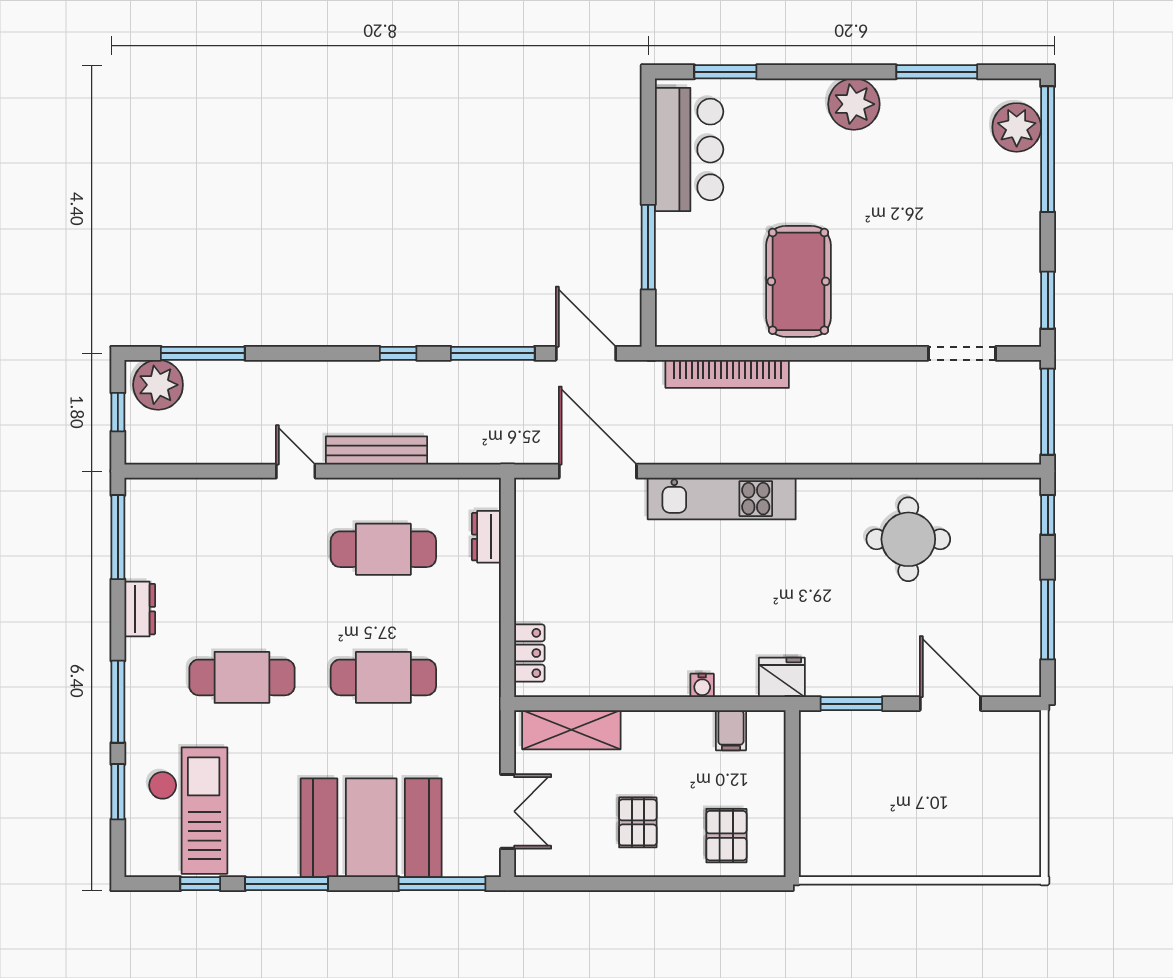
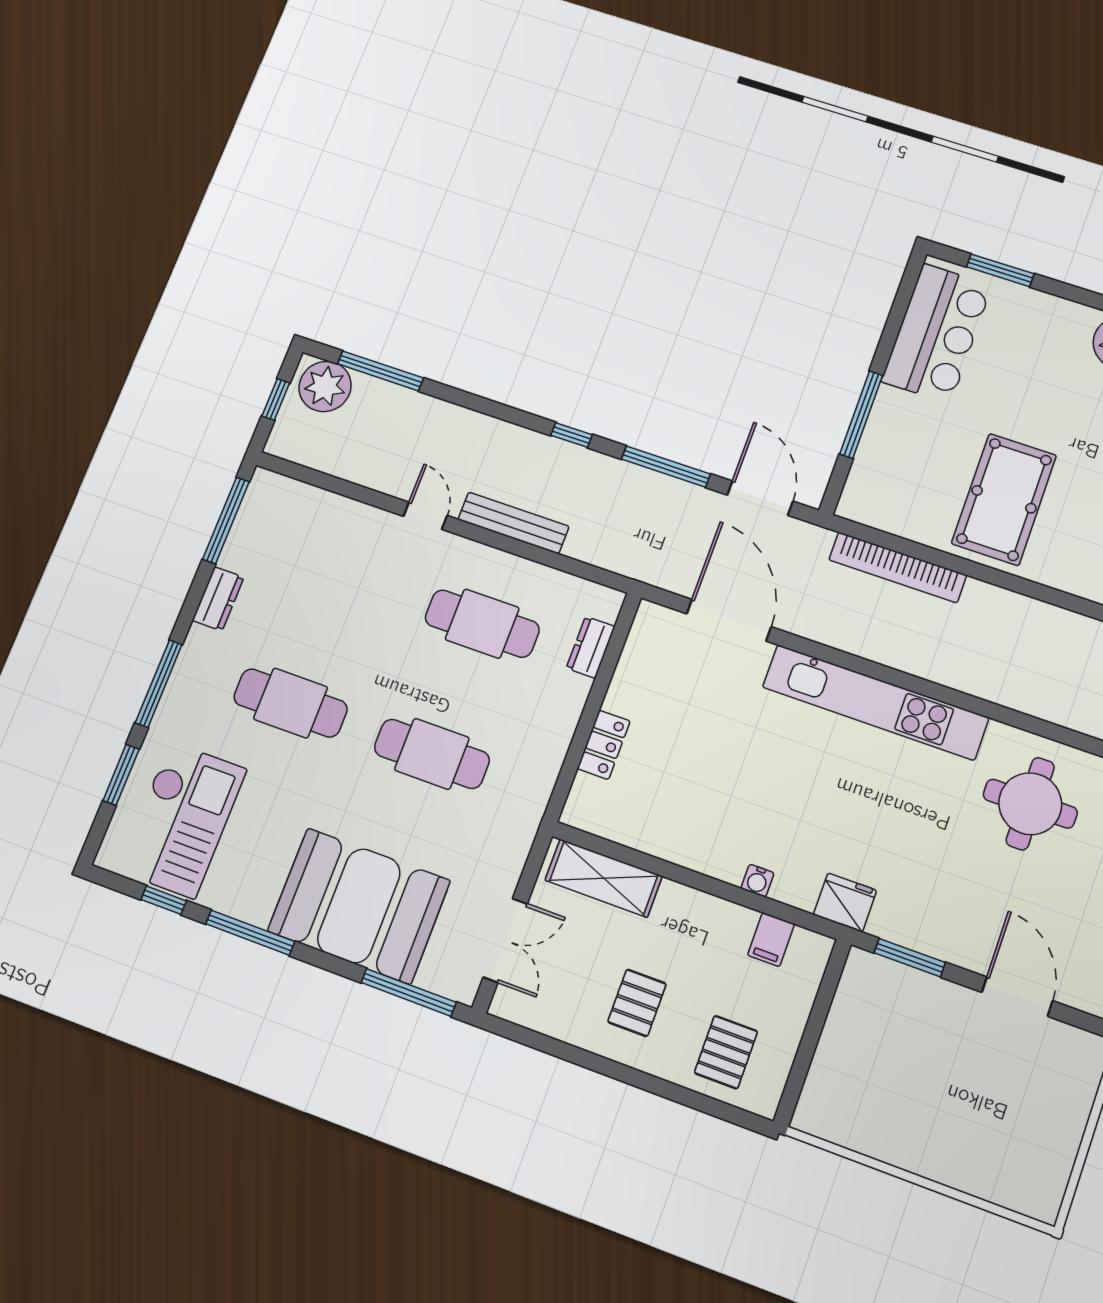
kitchen unit: (722, 499) -> (875, 702), width x1.36
locker: (529, 653) -> (604, 745), moved

